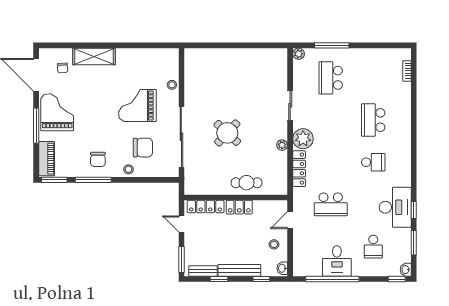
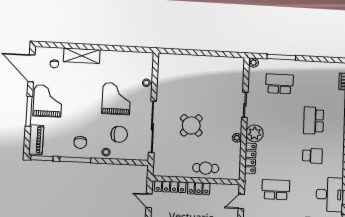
school desk: (331, 78) -> (279, 84), turned 90
grand piano: (137, 106) -> (116, 99), turned 90
school desk: (331, 204) -> (276, 190), turned 180

